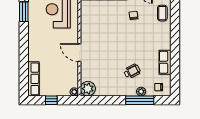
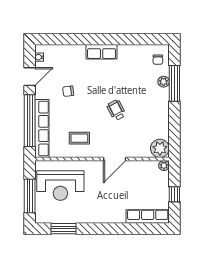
coffee table: (162, 13) -> (79, 138), moved
row of seats: (165, 62) -> (102, 52), moved
wheelchair: (132, 71) -> (116, 110), moved

